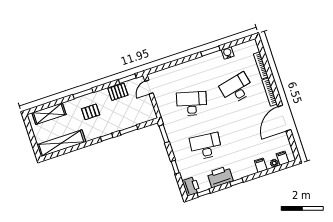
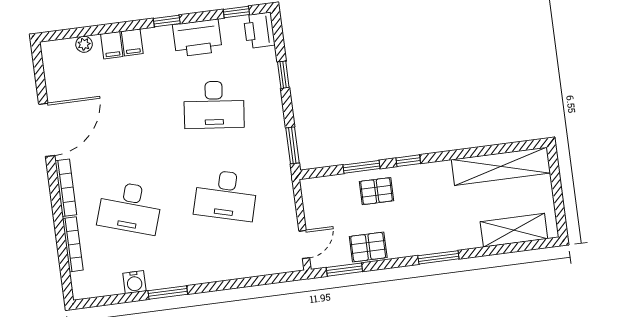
desk: (237, 89) -> (130, 208), turned 30
pallet: (91, 112) -> (376, 191), moved
filing cabinet: (283, 158) -> (132, 42), moved

